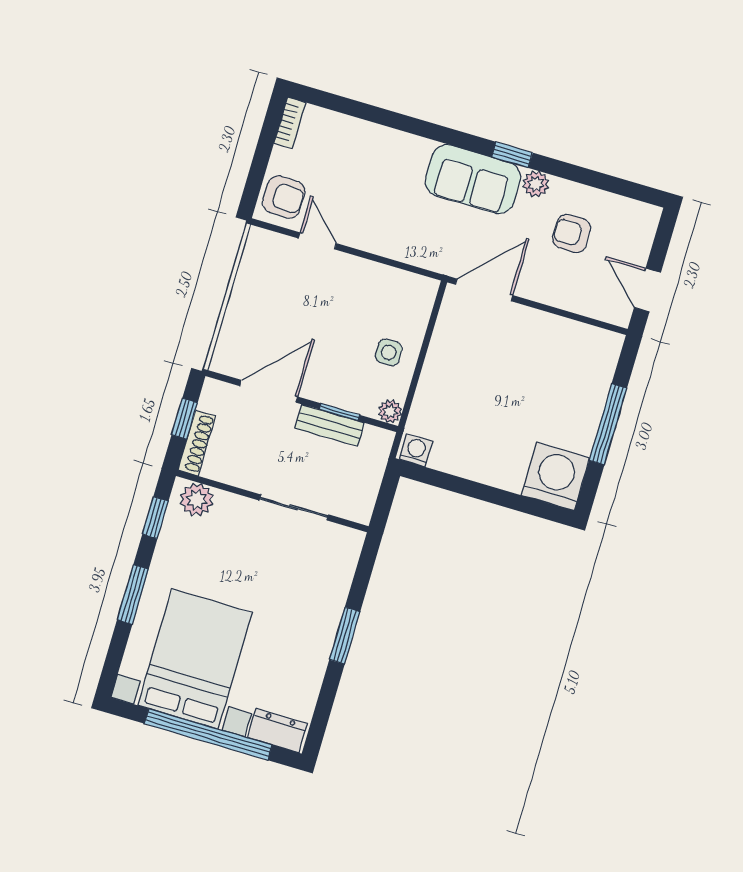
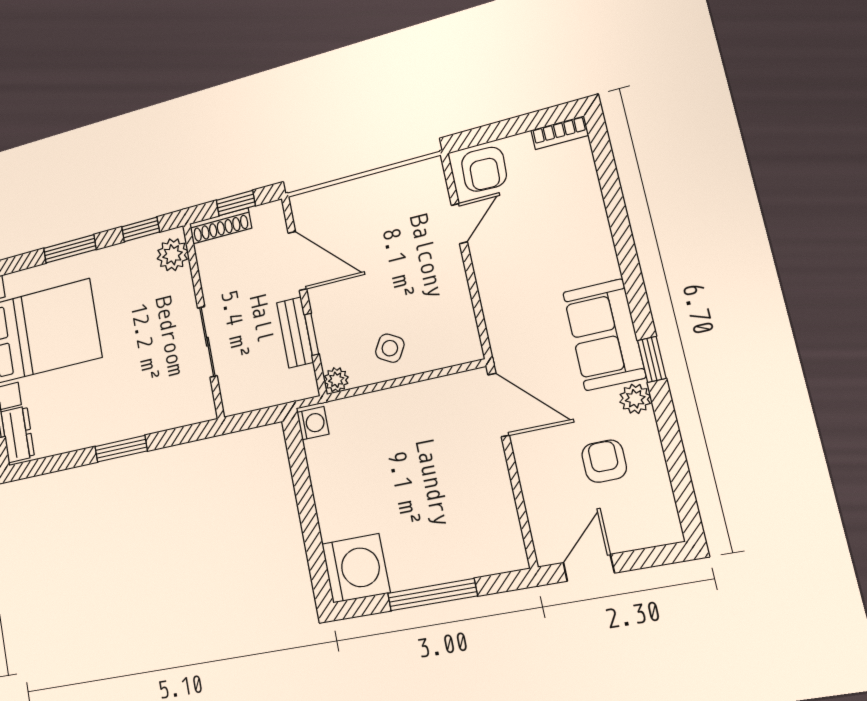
side table: (389, 352) -> (390, 348), turned 30

